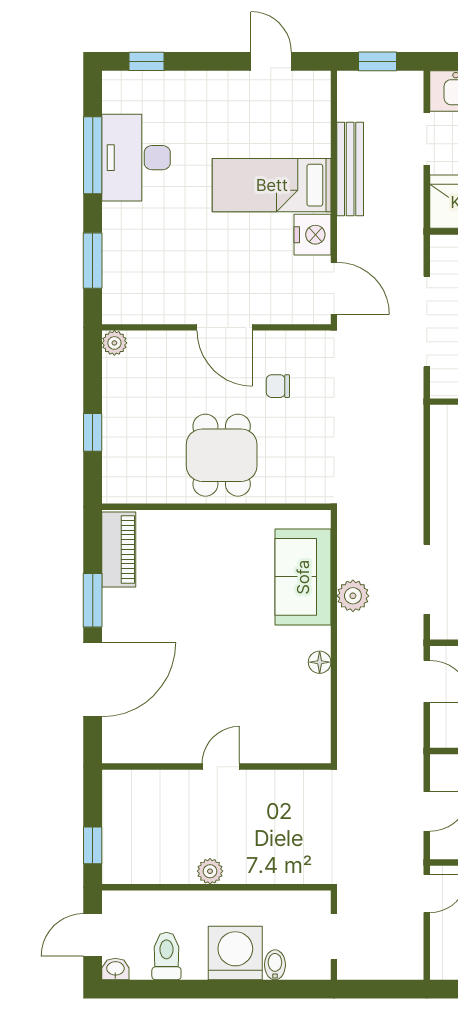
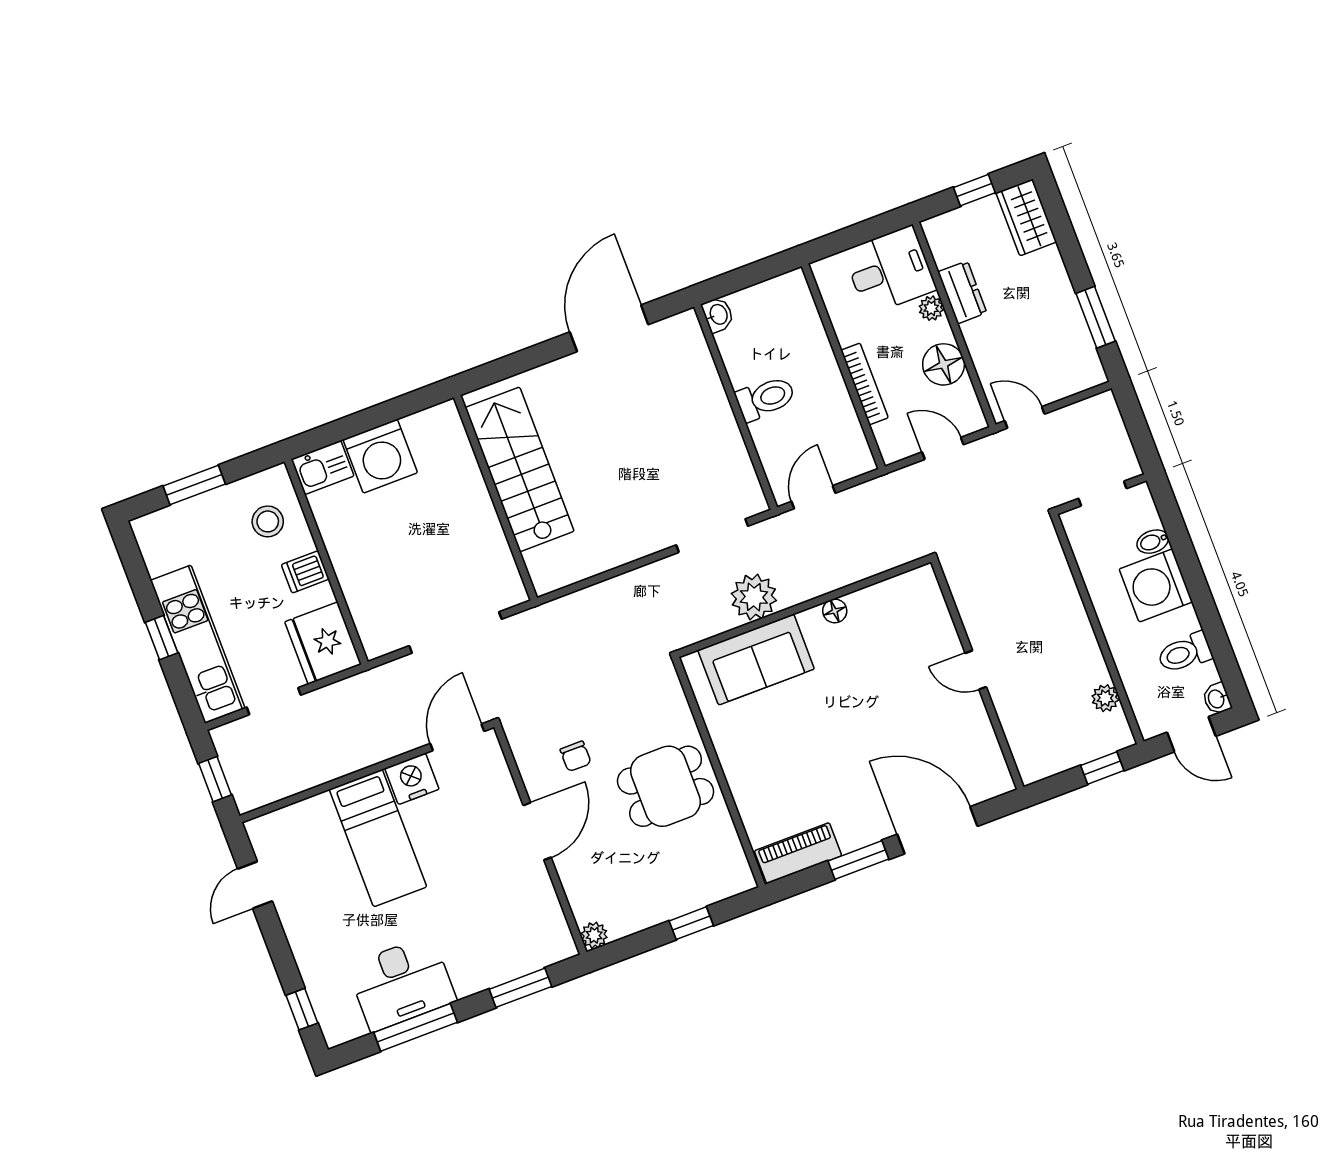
bench: (350, 169) -> (332, 766), removed
plant: (353, 596) -> (754, 597), width x1.36, depth x1.36
plant: (210, 871) -> (1105, 698), moved

